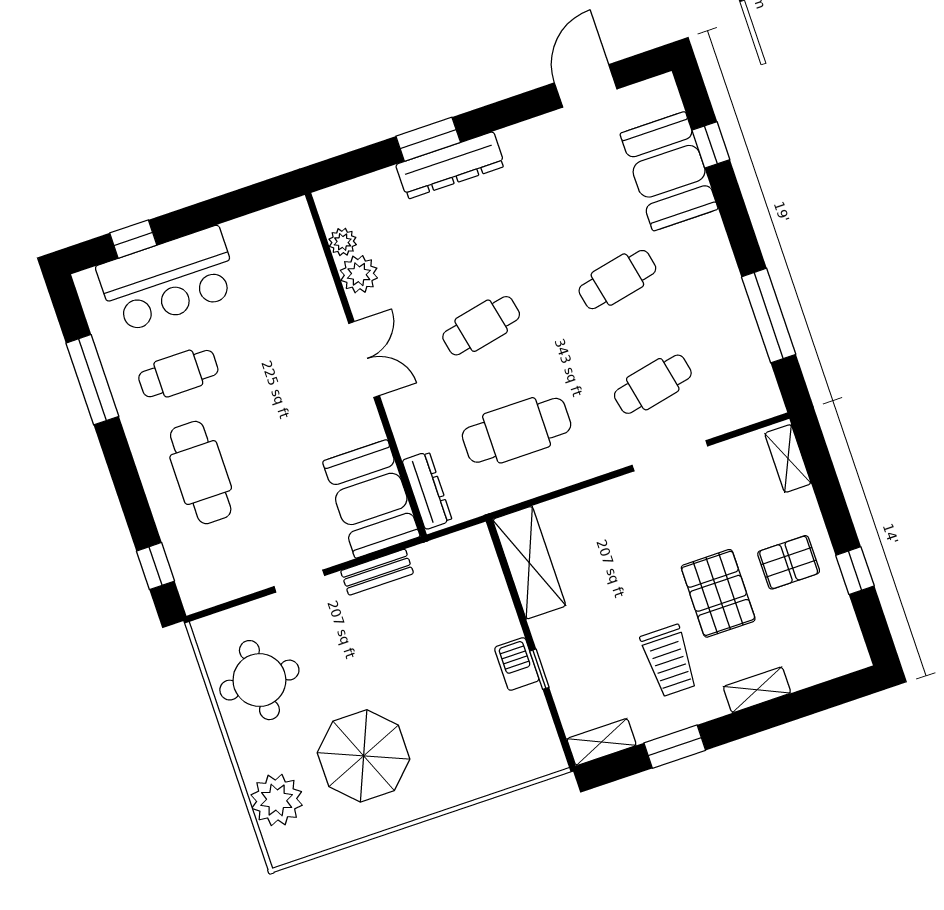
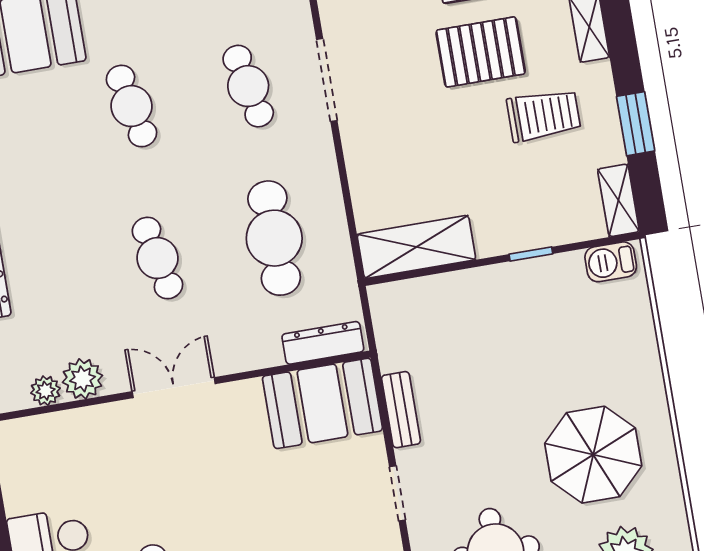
barbecue: (517, 664) -> (611, 262), moved

